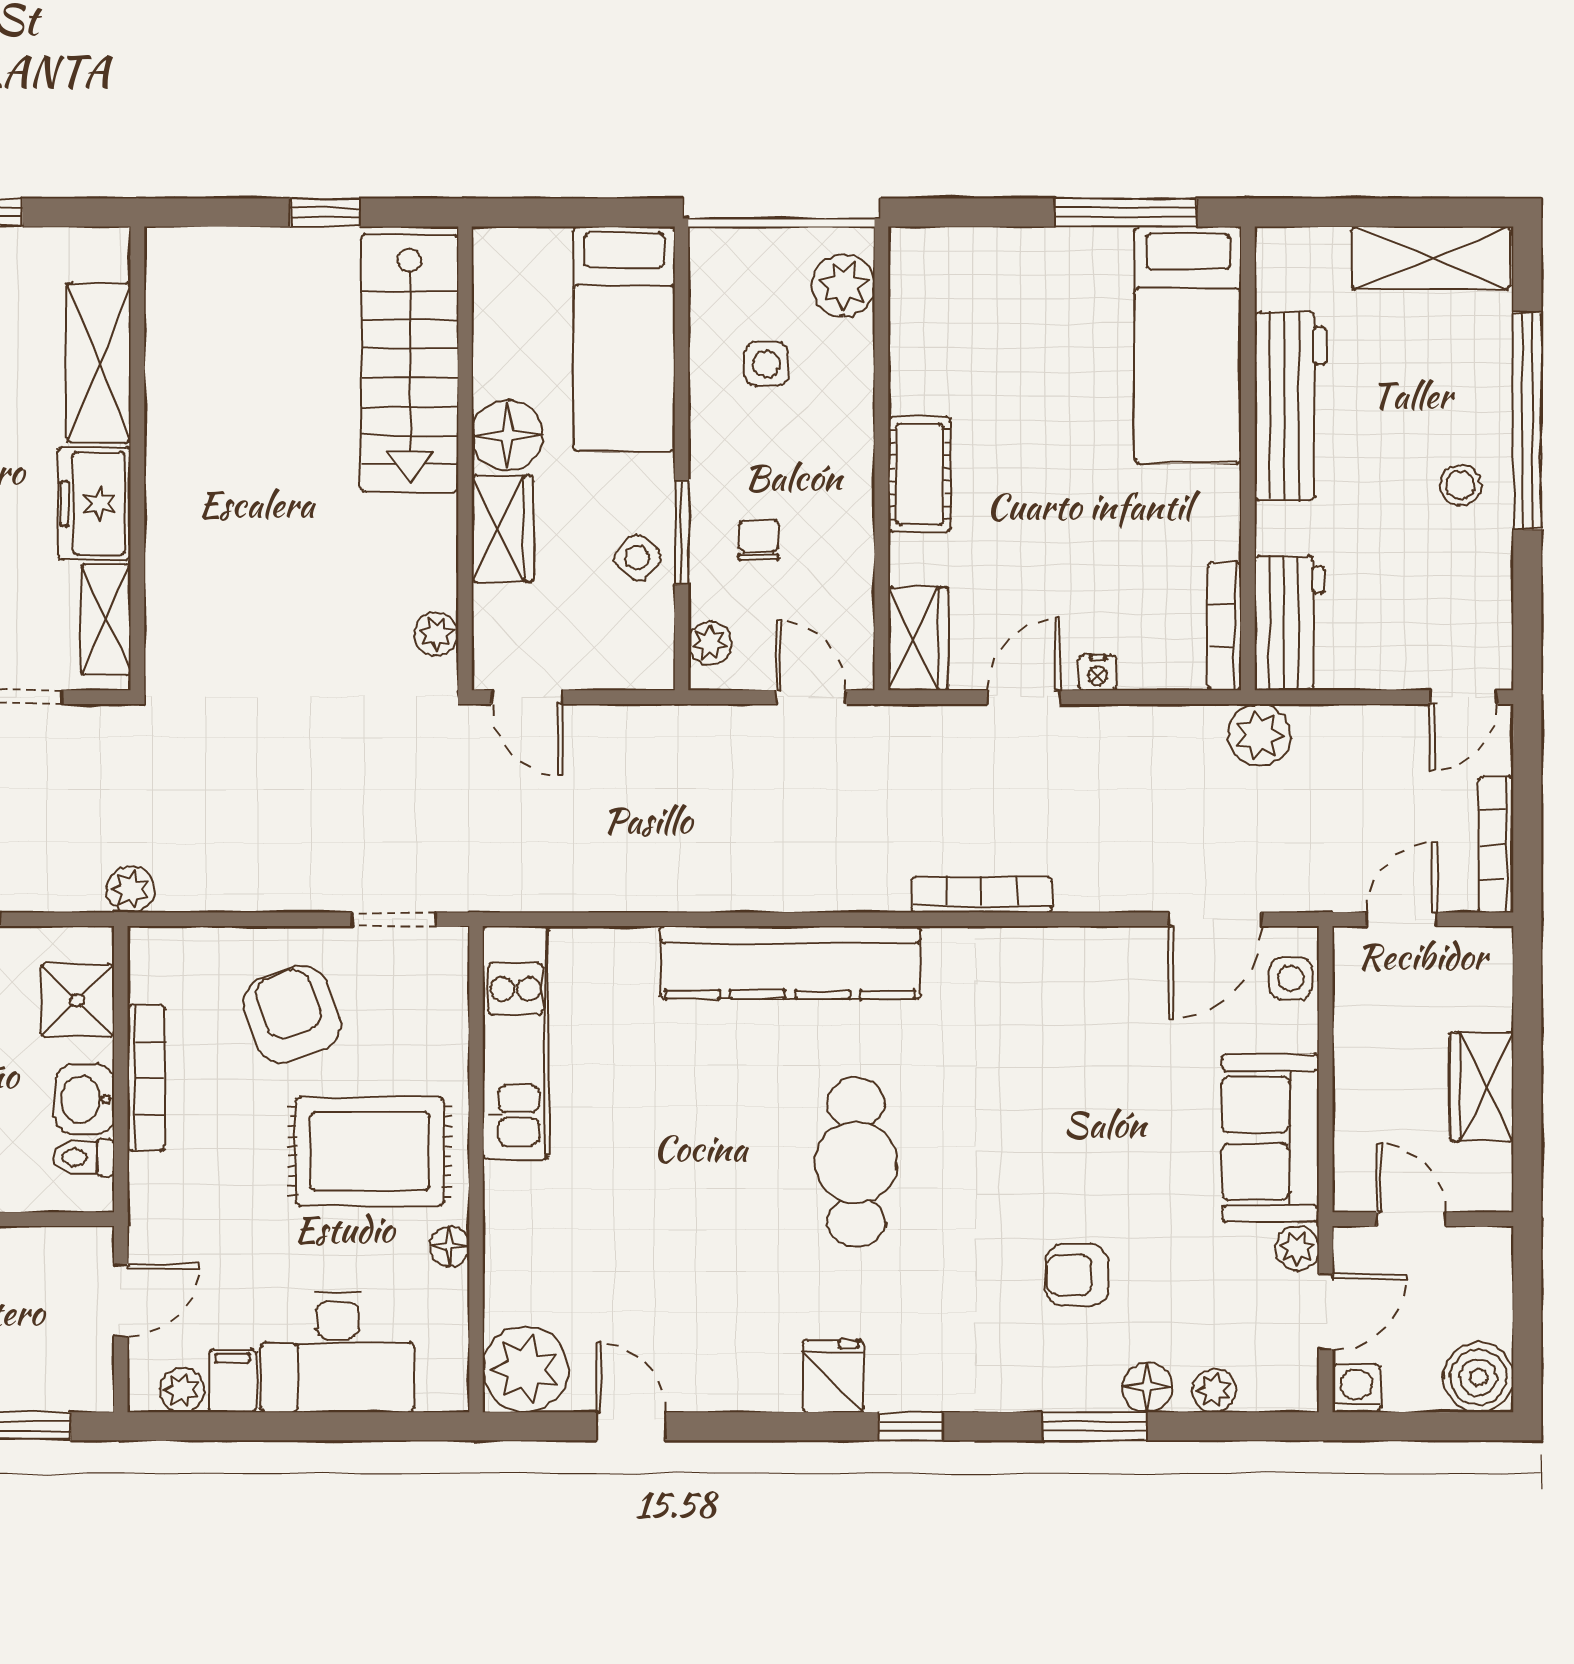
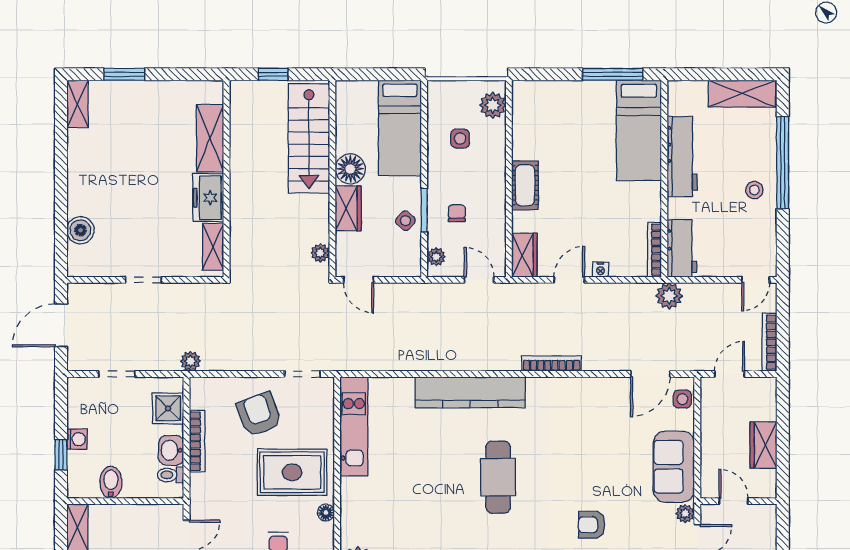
shelving: (99, 363) -> (210, 138), moved
wall: (137, 458) -> (226, 179), moved
freezer: (94, 503) -> (208, 198), moved
shelving: (106, 620) -> (213, 247), moved

